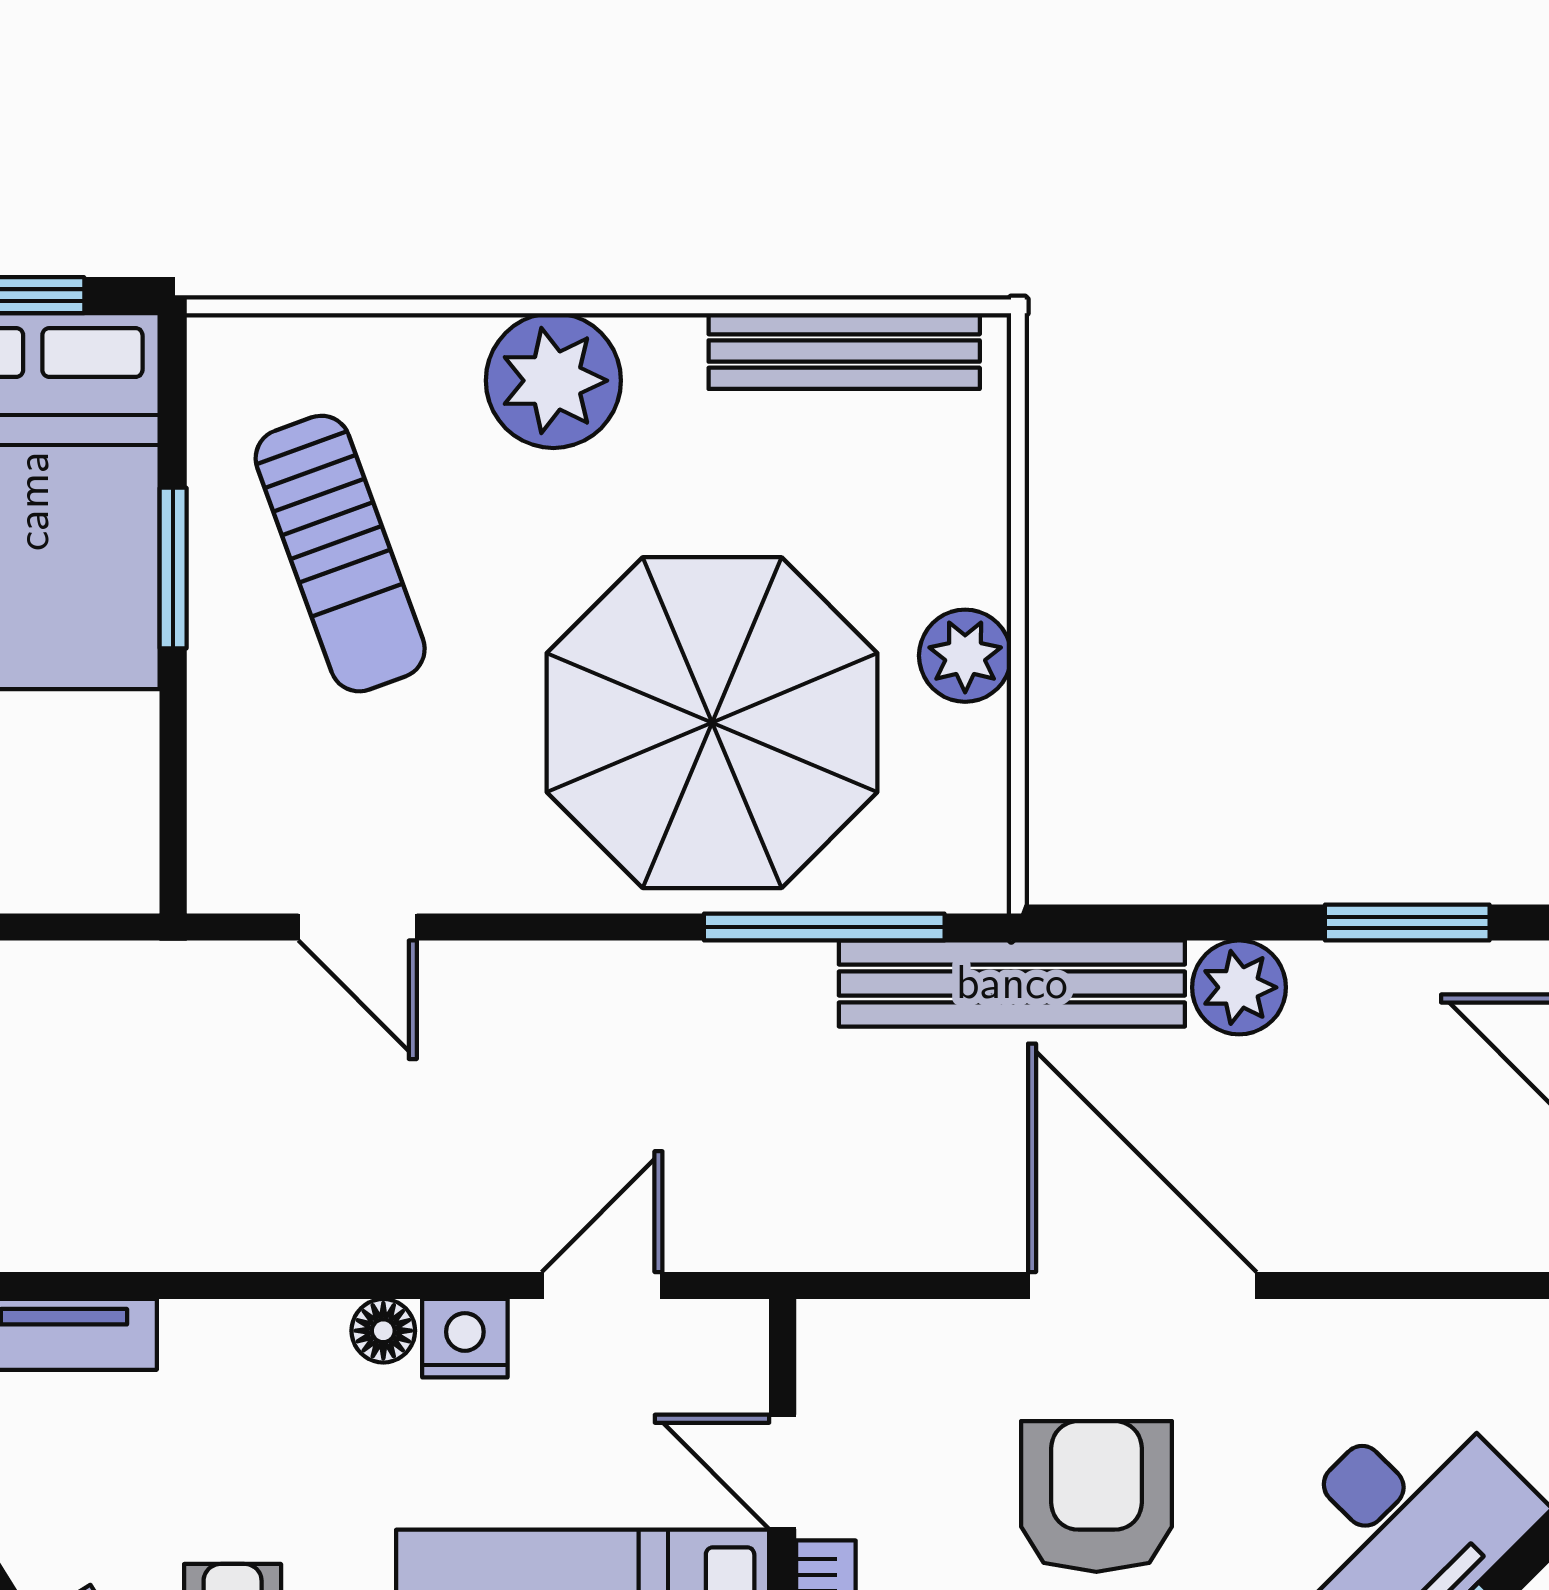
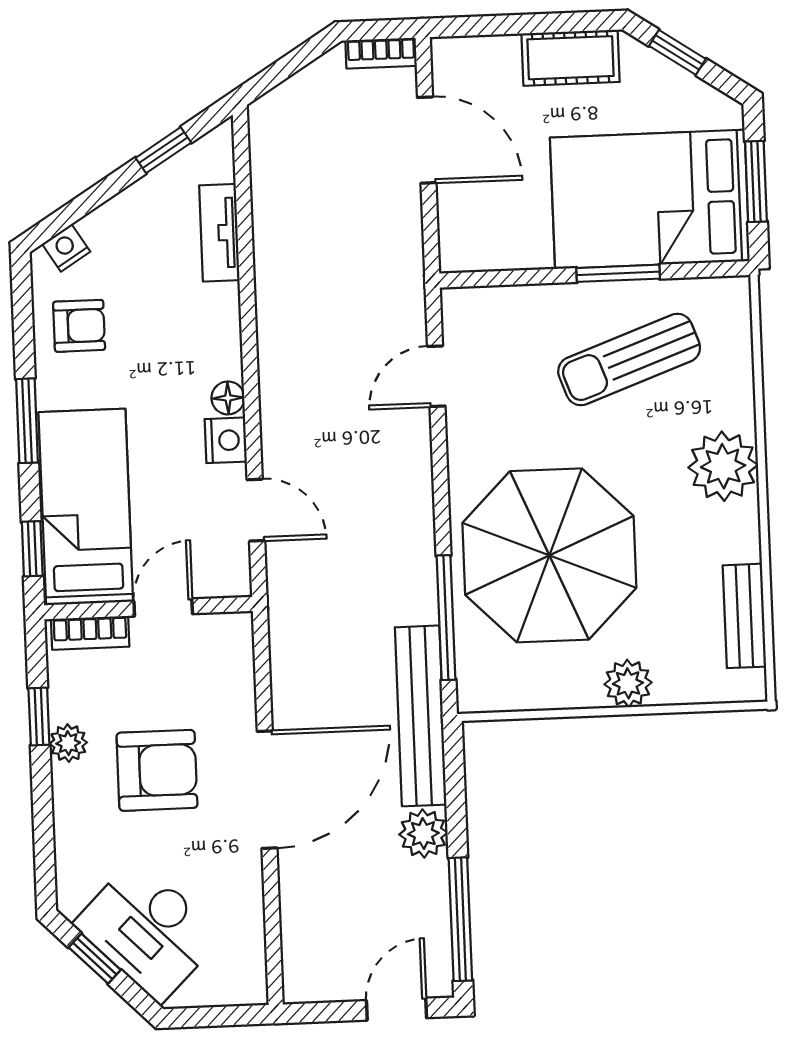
bench: (844, 351) -> (744, 616), width x0.73
plant: (965, 656) -> (628, 683), moved
window: (1407, 923) -> (460, 919), width x1.44

